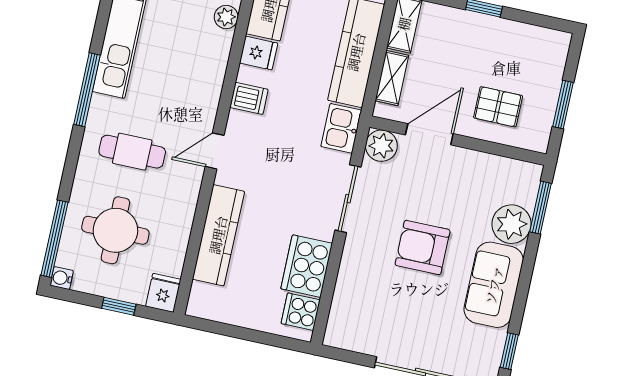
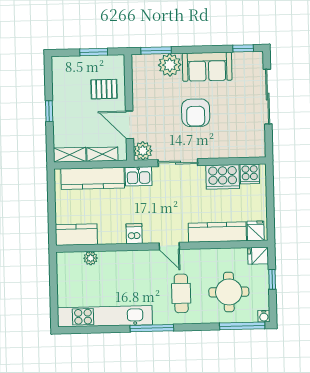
fridge: (259, 53) -> (256, 231), moved
pallet: (498, 107) -> (104, 89), turned 90

